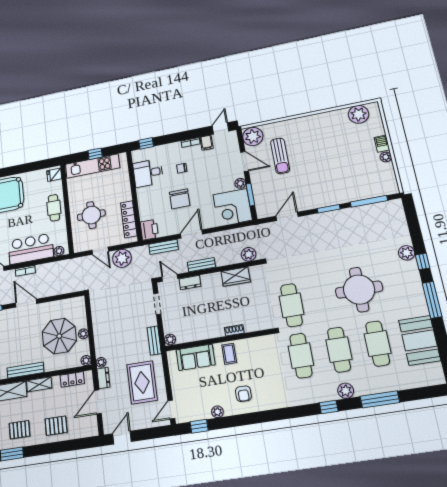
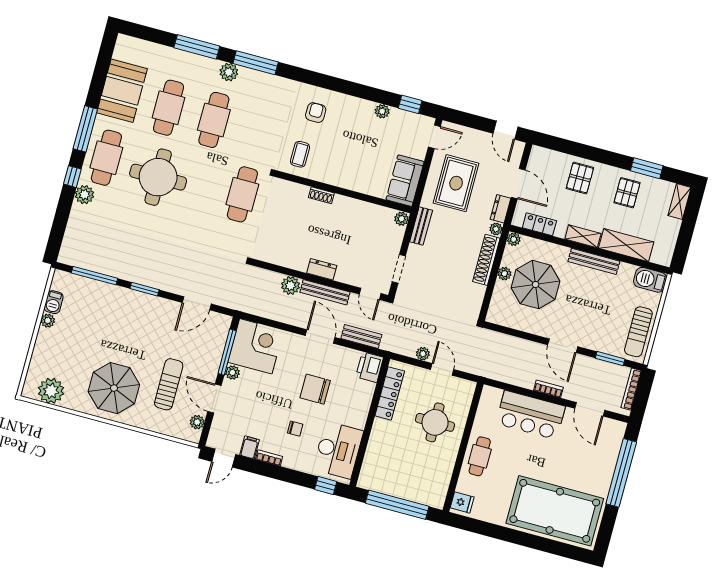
parasol: (316, 136) -> (114, 388), added
plant: (253, 137) -> (197, 422), width x0.53, depth x0.53
barbecue: (382, 144) -> (54, 302), moved
window: (95, 154) -> (397, 505), width x3.17
kitchen unit: (92, 166) -> (407, 489), removed
desk: (148, 173) -> (338, 450), width x1.37
window: (250, 195) -> (227, 352), width x1.44
chair: (180, 199) -> (315, 389), turned -90
door: (192, 234) -> (320, 337), swing flipped
plant: (59, 251) -> (495, 394), removed
plant: (249, 254) -> (291, 286), moved
plant: (122, 258) -> (423, 354), width x0.53, depth x0.53
bench: (201, 265) -> (325, 292), width x1.36
wardrobe: (236, 277) -> (291, 258), removed
dresser: (190, 283) -> (322, 269), moved
shoe rack: (99, 338) -> (486, 260), added
coffee table: (229, 354) -> (300, 154), moved
cafe table: (301, 356) -> (106, 158), moved
sofa: (196, 357) -> (405, 181), moved, turned -90
armchair: (243, 394) -> (316, 113), moved
door: (98, 402) -> (518, 184), hinge flipped
window: (329, 407) -> (256, 63), width x2.17
pallet: (56, 426) -> (580, 178), turned 90
pallet: (20, 430) -> (627, 193), turned 90
door: (122, 438) -> (506, 130), hinge flipped

